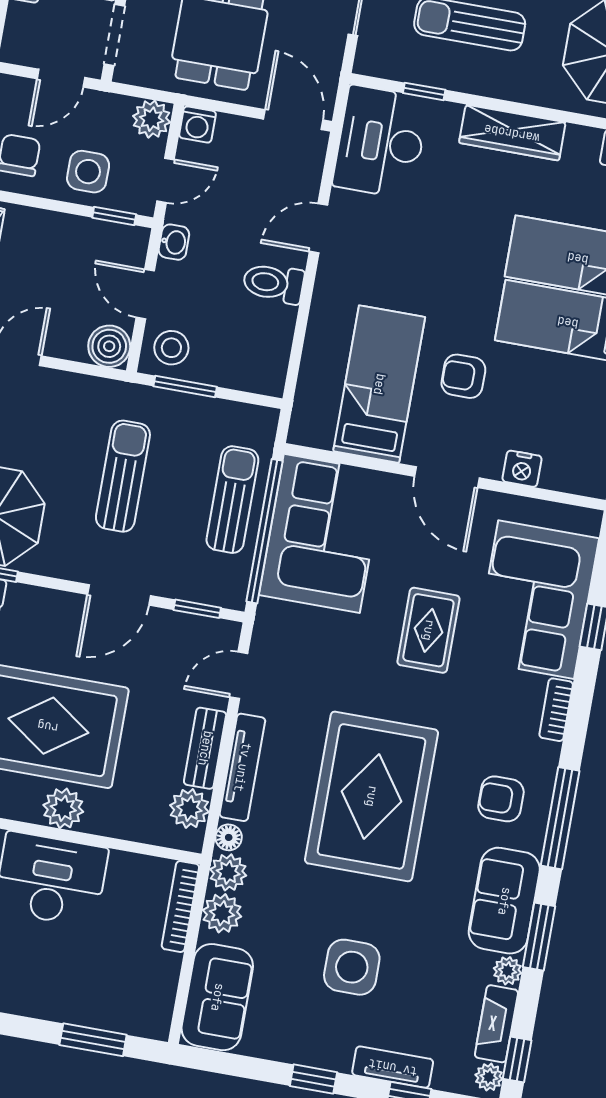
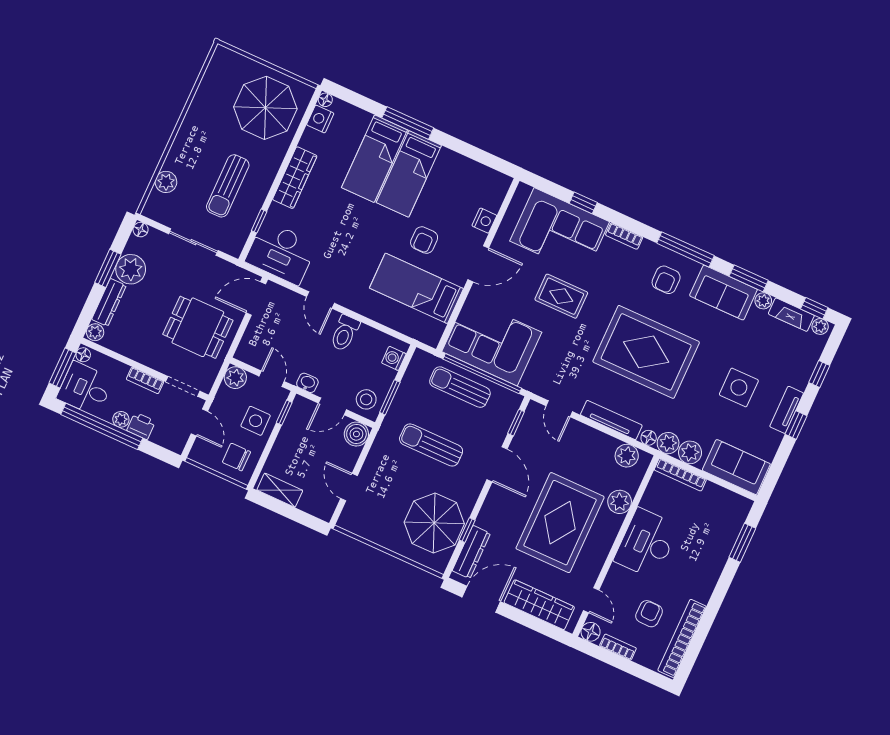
washing machine: (197, 125) -> (394, 358), moved, turned 180
bench: (205, 748) -> (595, 438), removed
plant: (63, 808) -> (620, 502), moved
tv unit: (393, 1067) -> (787, 410), moved

